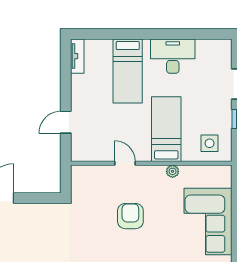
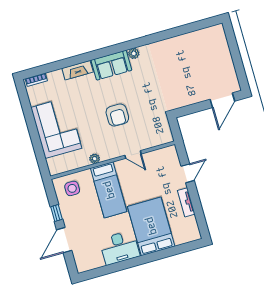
tv unit: (77, 56) -> (186, 202), moved
bed: (128, 71) -> (151, 226), width x1.50

